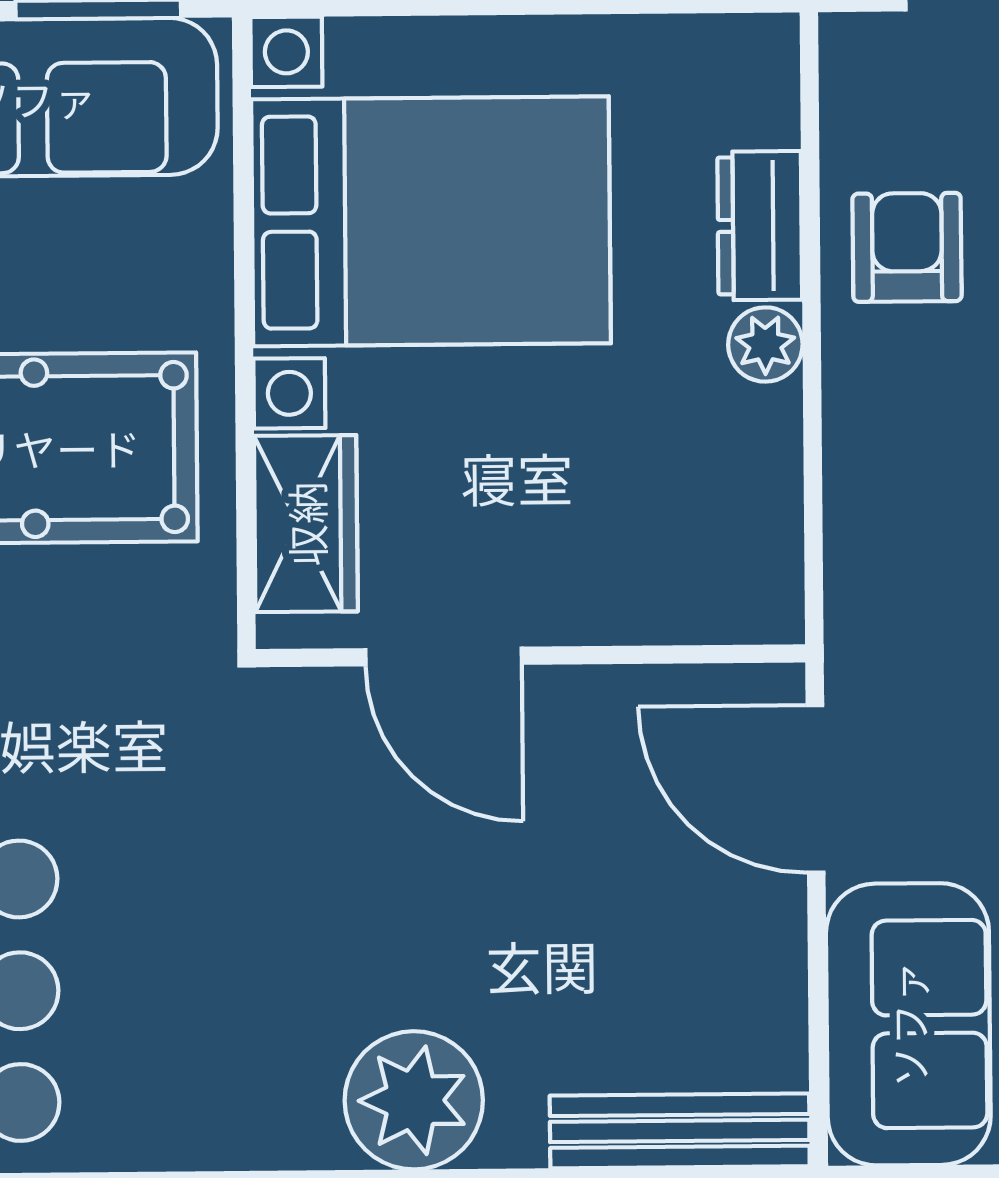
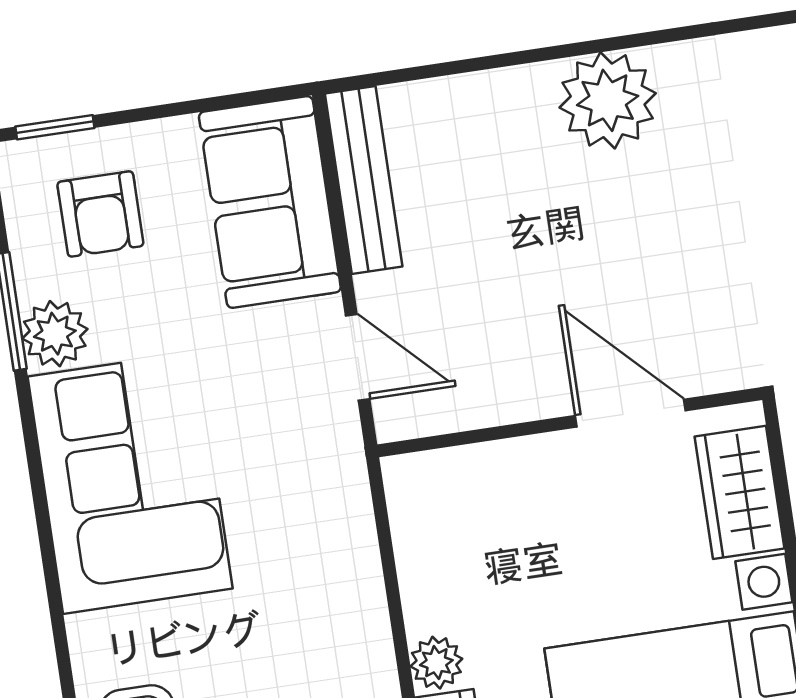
door: (816, 789) -> (358, 357), width x0.73
bench: (680, 1131) -> (364, 180), moved, turned 90

